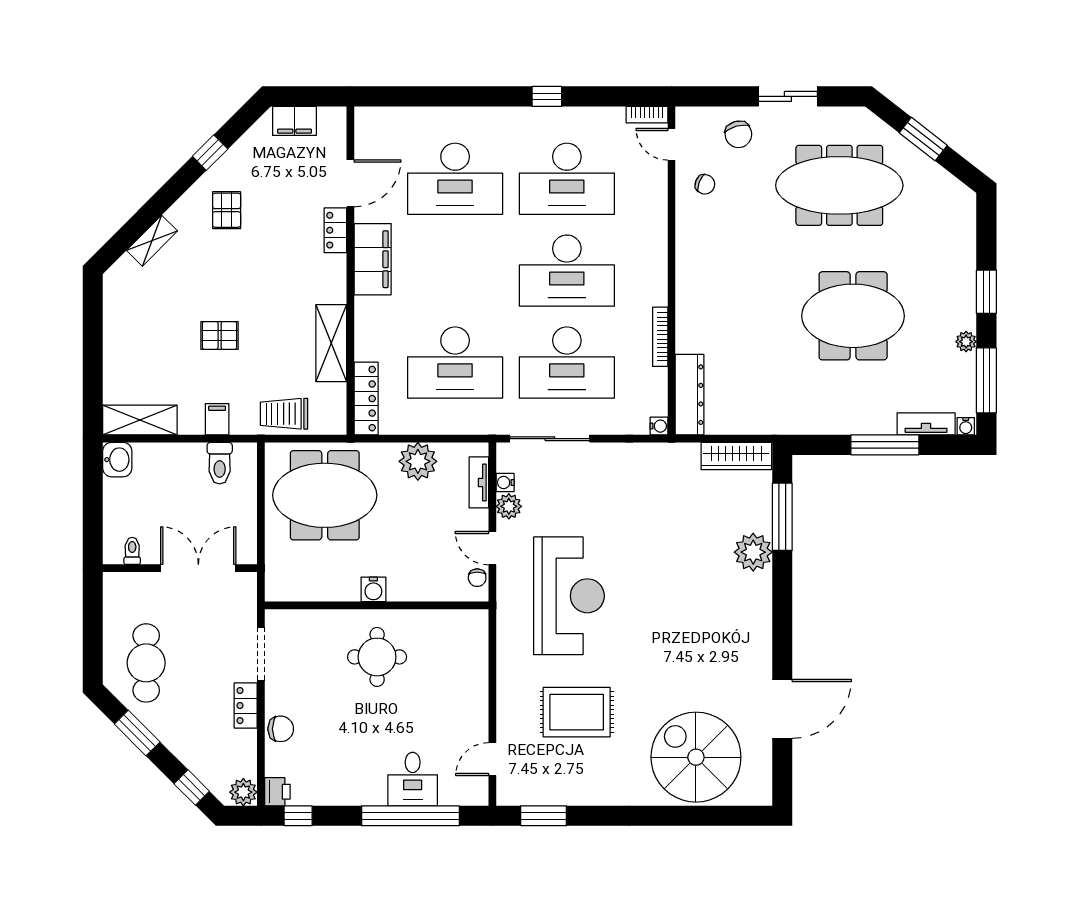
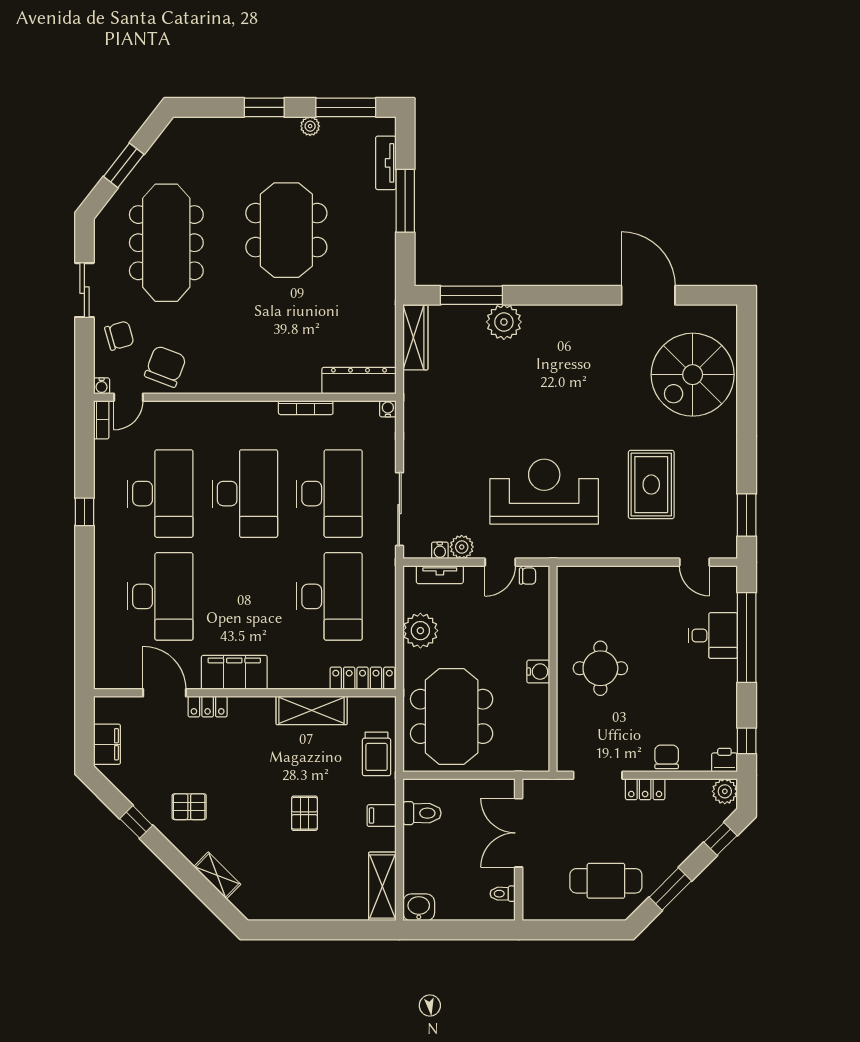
chair: (705, 184) -> (165, 366), width x1.87, depth x1.87
water cooler: (966, 426) -> (102, 386), moved, turned 90

